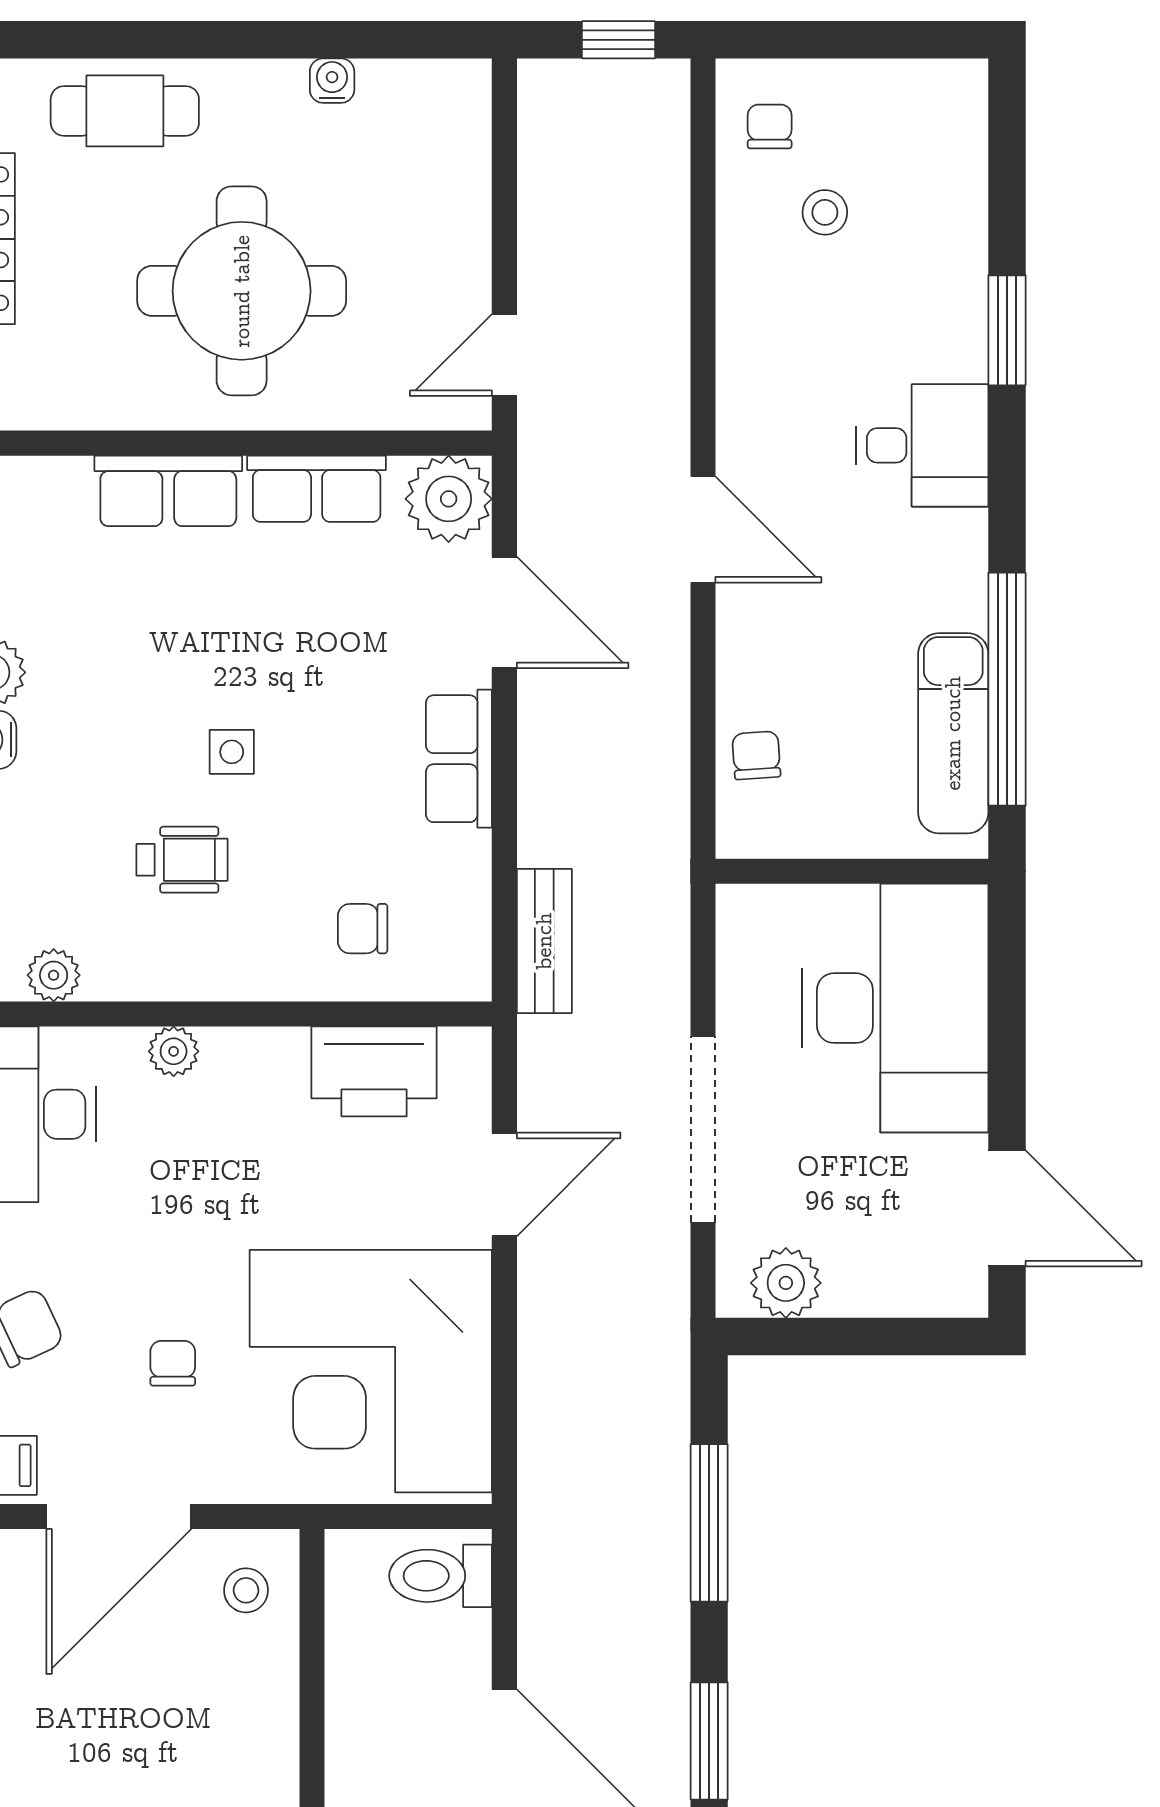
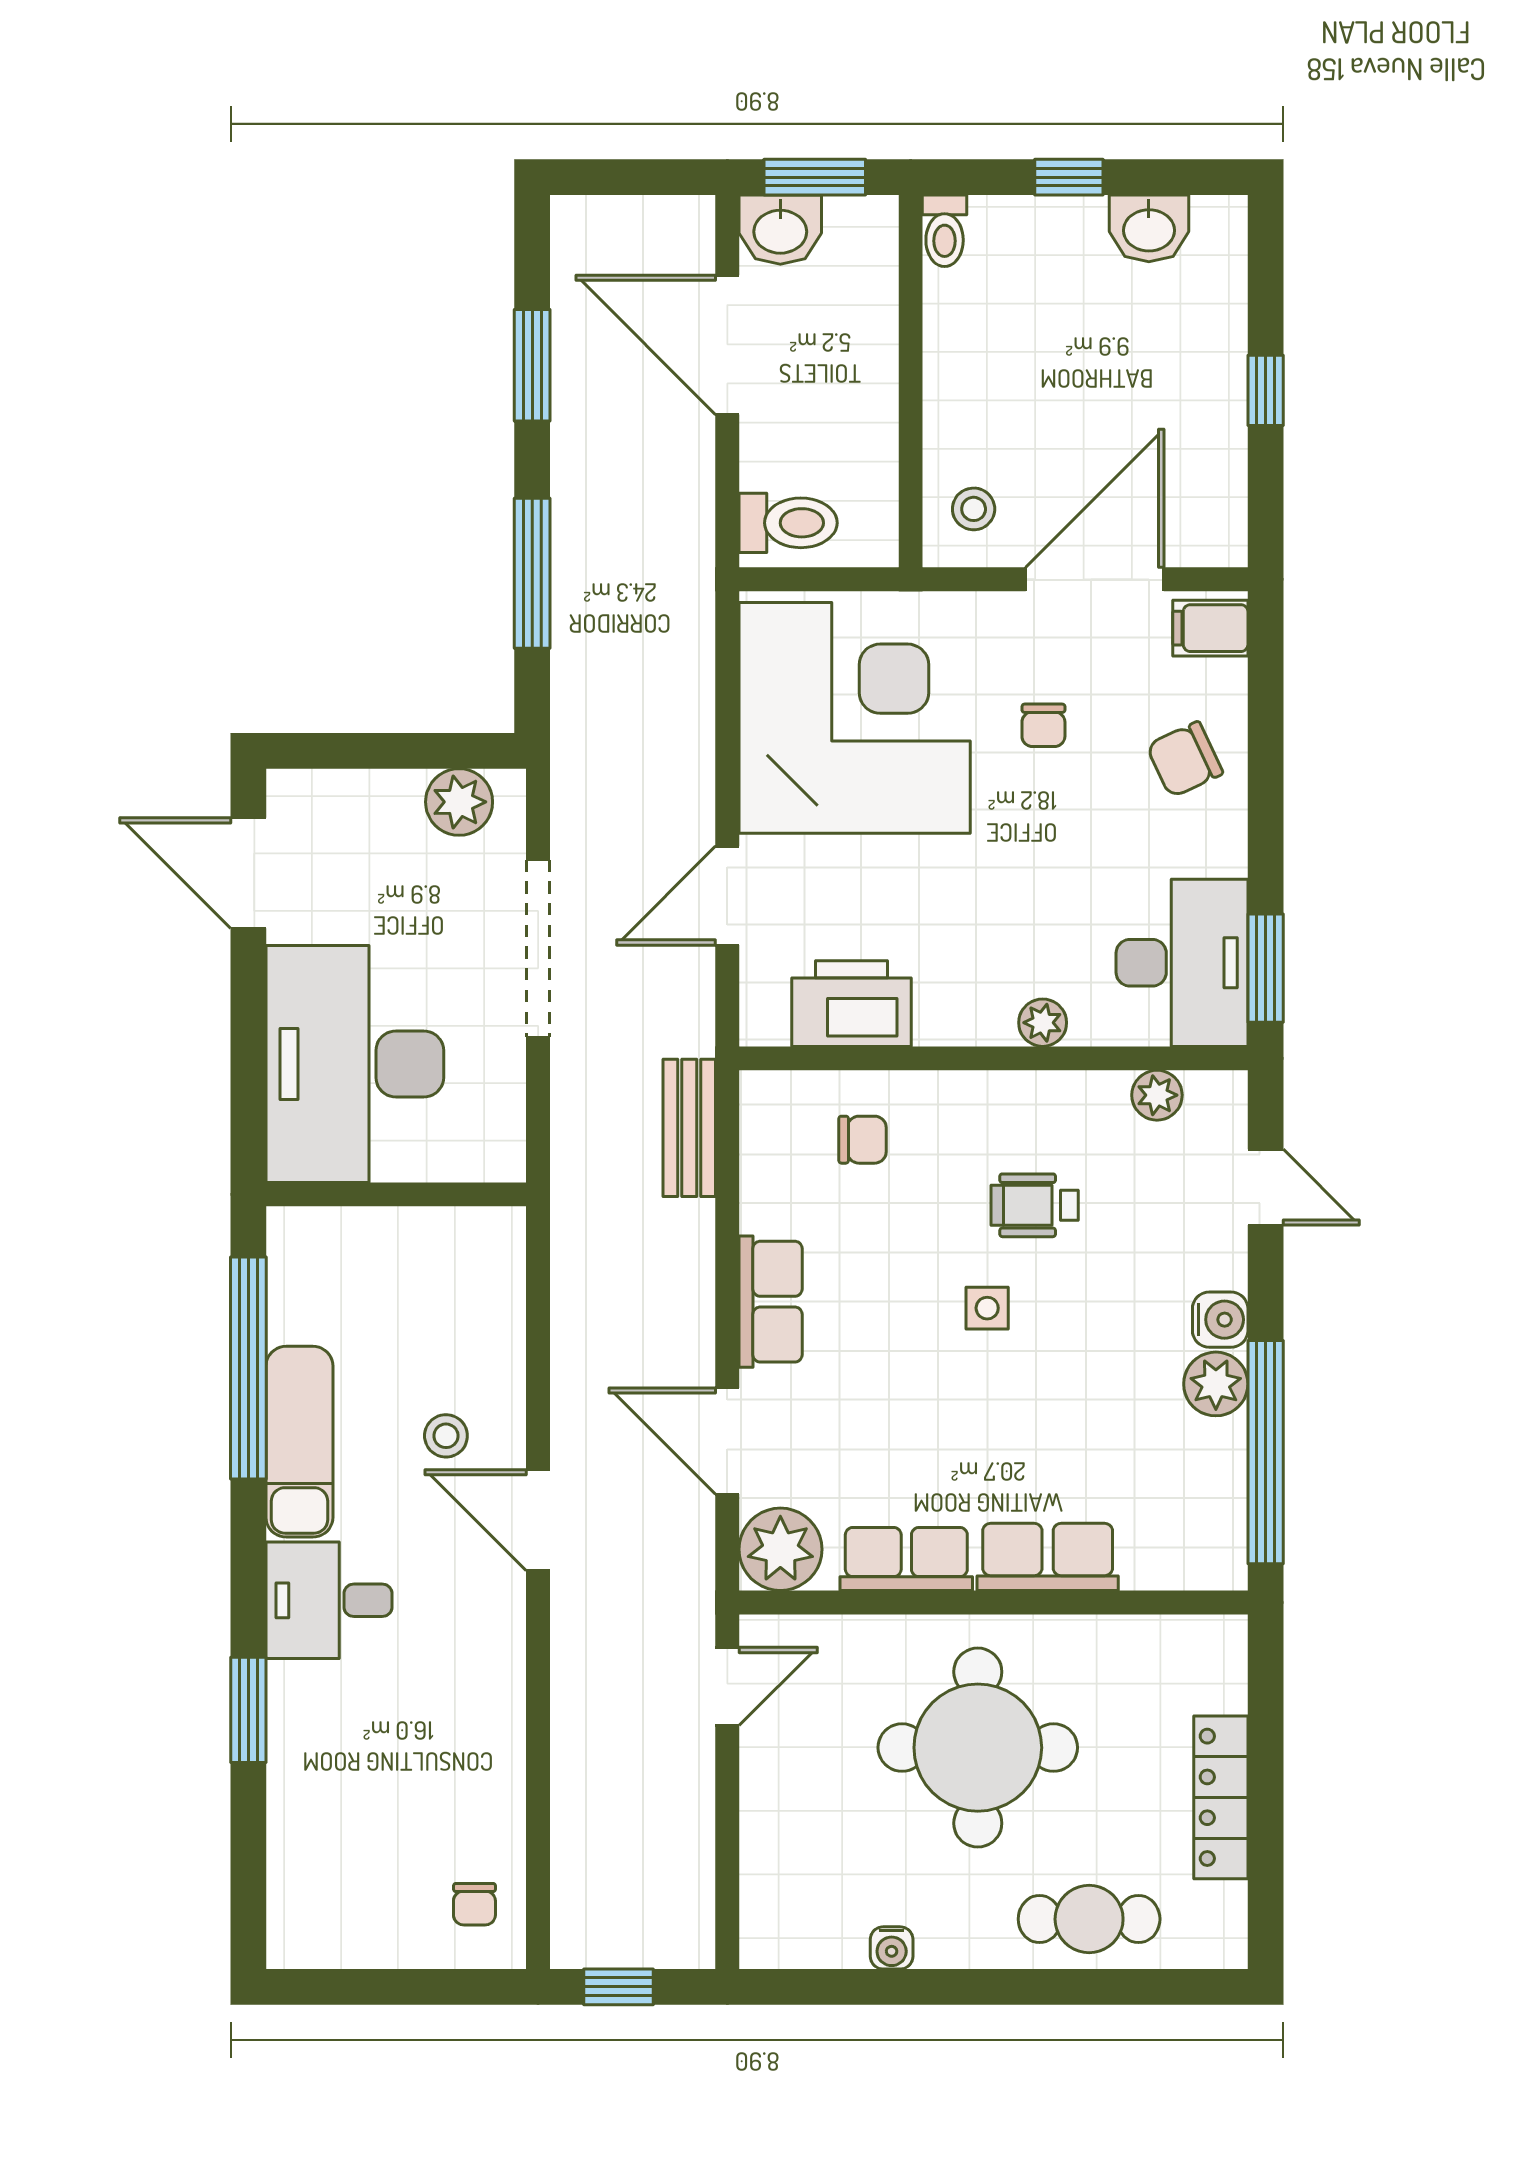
stool: (825, 212) -> (446, 1436), moved
exam couch: (953, 733) -> (299, 1442), moved
chair: (756, 755) -> (487, 1305), removed

